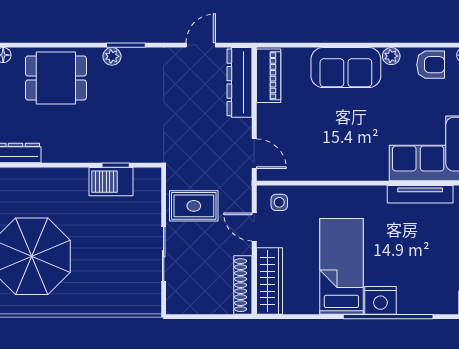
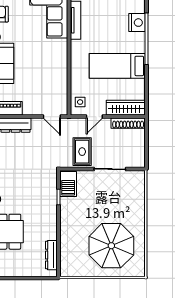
door: (254, 154) -> (52, 117), swing flipped
barbecue: (111, 182) -> (68, 184), moved
nightstand: (380, 300) -> (137, 23), moved

